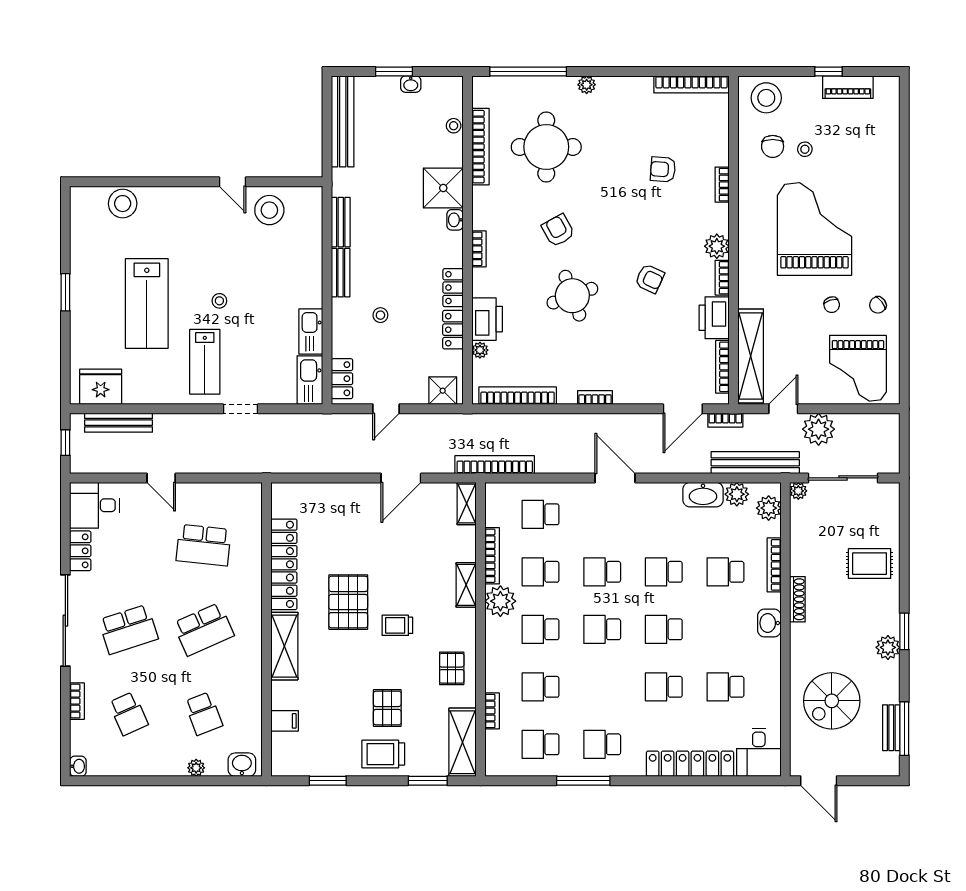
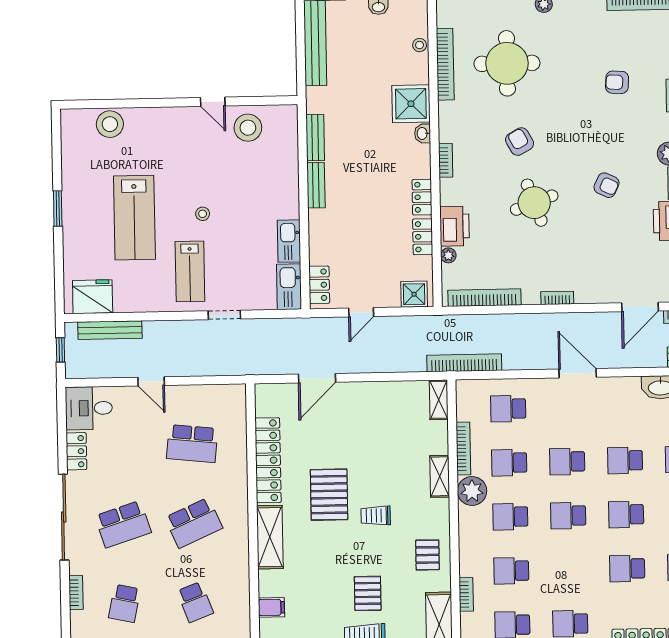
stool: (380, 315) -> (354, 224), removed
door: (401, 478) -> (317, 378), moved
school desk: (128, 714) -> (124, 603), turned 36

